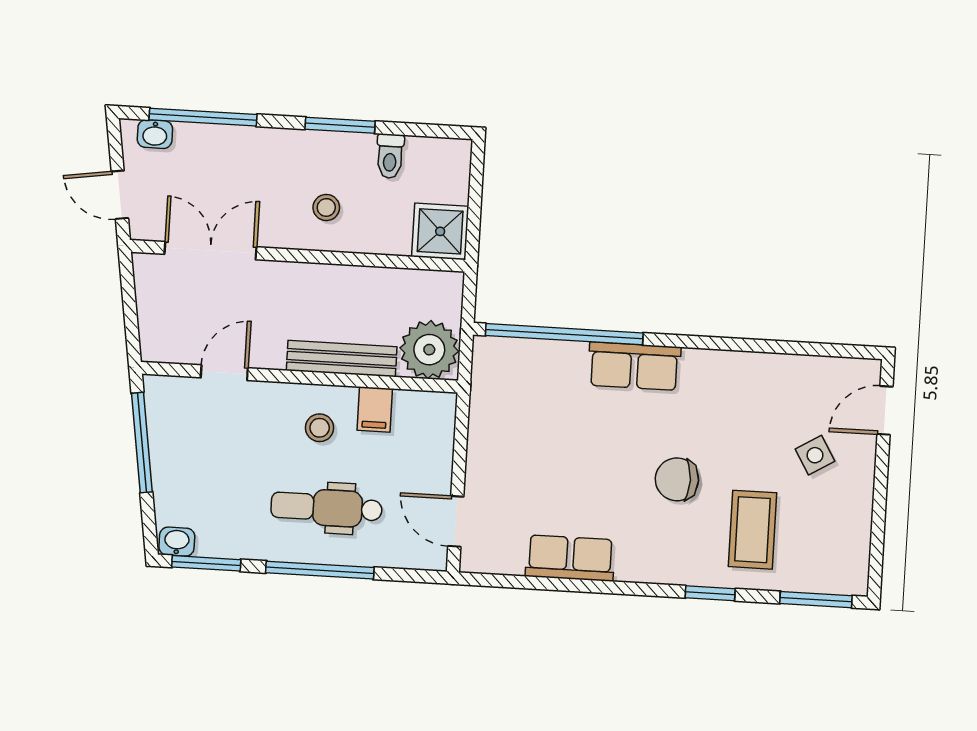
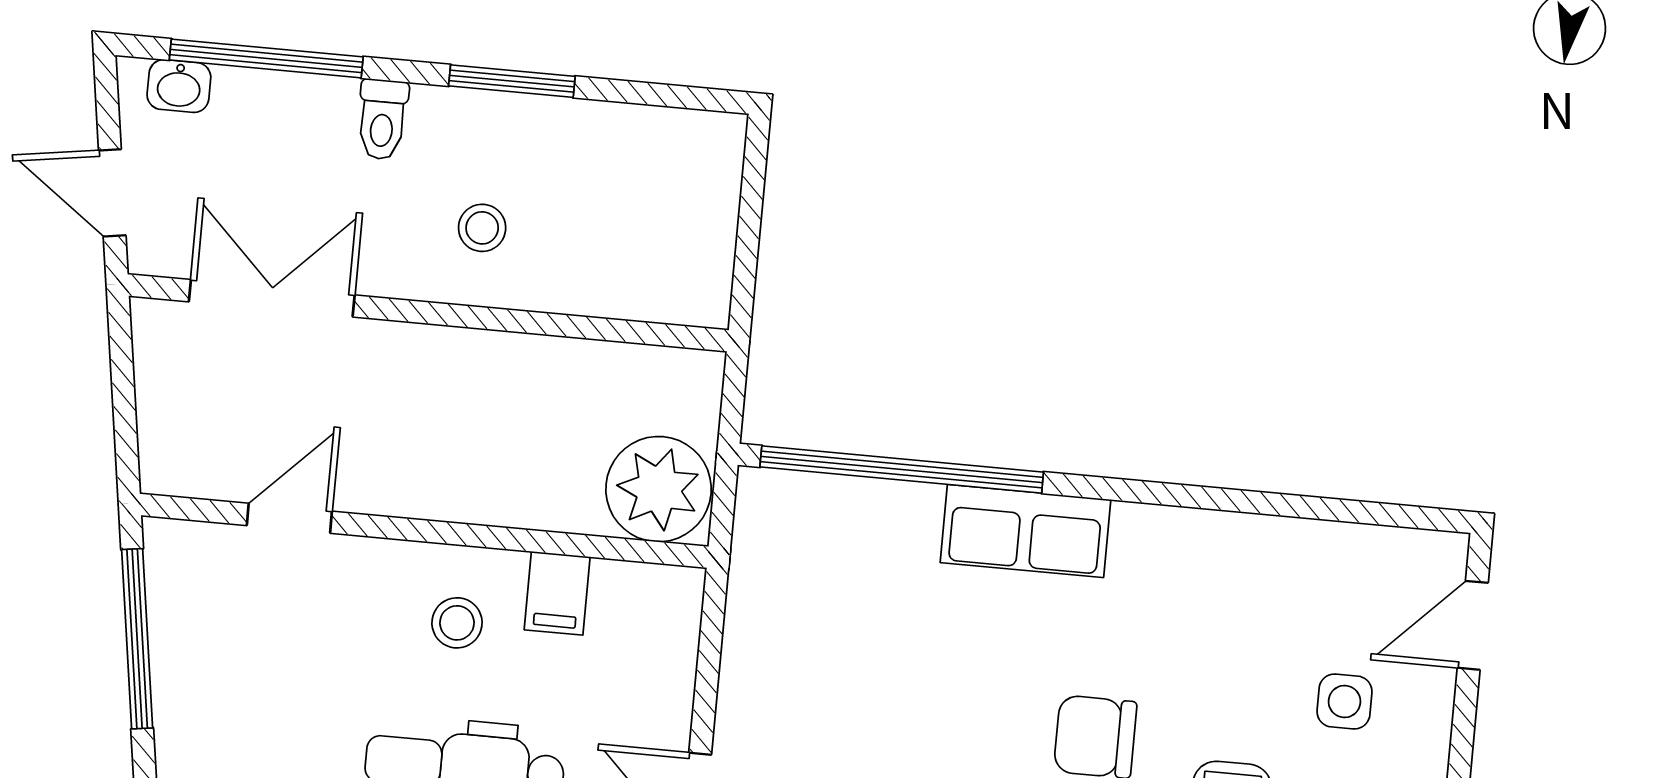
toilet: (390, 156) -> (382, 119), moved
shower: (440, 231) -> (685, 278), removed
bench: (342, 359) -> (501, 500), removed
side table: (815, 455) -> (1344, 702), turned 31

